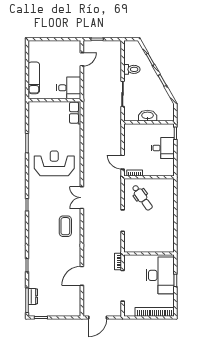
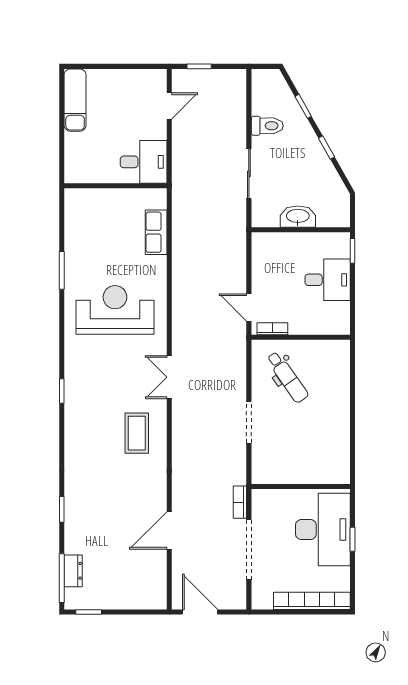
exam couch: (34, 78) -> (75, 100), moved
row of seats: (75, 113) -> (156, 232), moved
door: (98, 317) -> (200, 612), swing flipped

